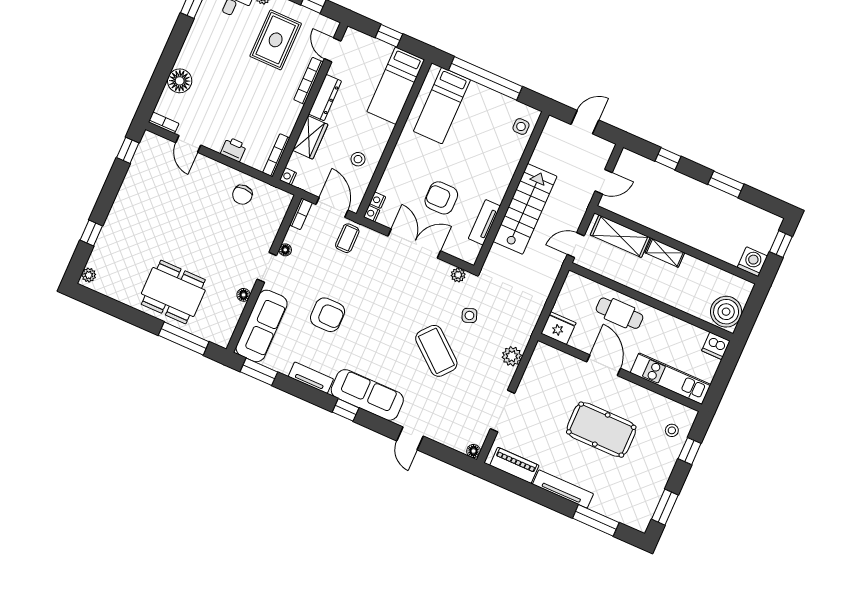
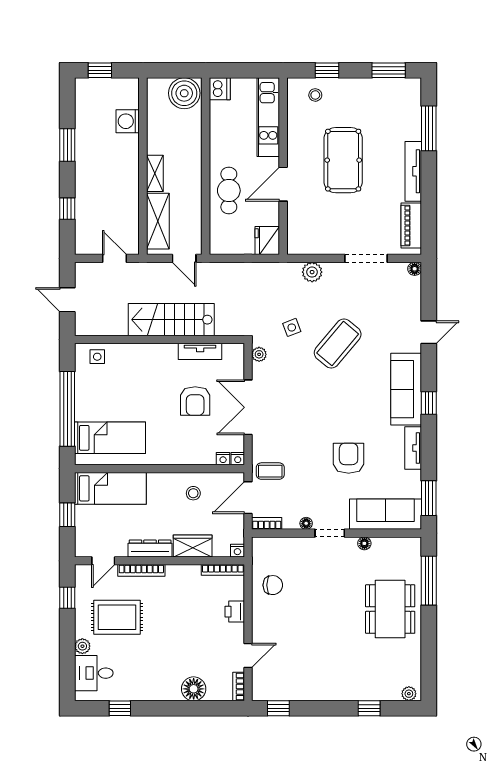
washing machine: (752, 262) -> (128, 121), moved

